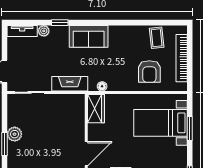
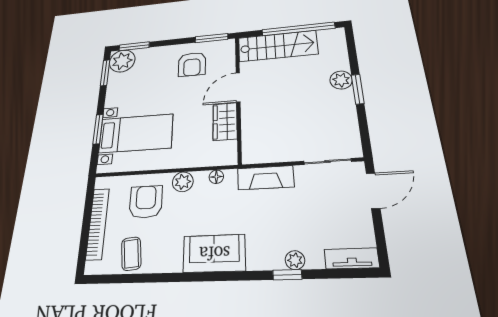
plant: (44, 31) -> (295, 260), moved
sofa: (89, 36) -> (214, 253), moved
plant: (125, 84) -> (183, 182), added
wardrobe: (96, 109) -> (225, 121), moved
plant: (15, 134) -> (341, 80), moved

